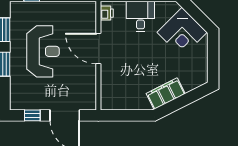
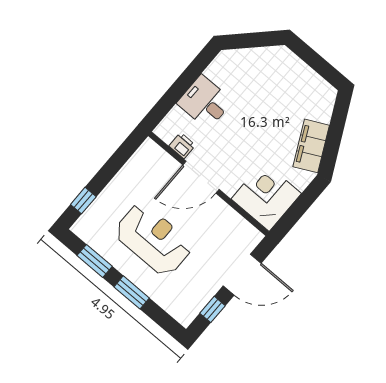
printer: (107, 13) -> (182, 146), moved
corner desk: (182, 32) -> (266, 196), moved, turned -135

